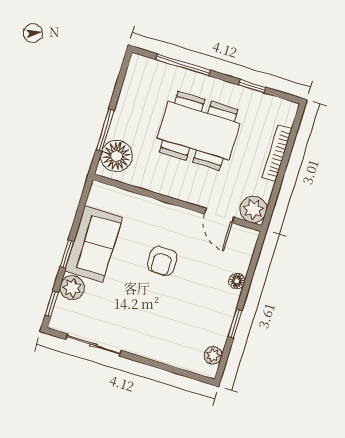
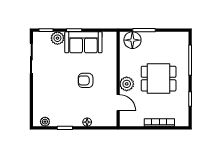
dining table: (199, 131) -> (159, 79), width x0.73
plant: (253, 209) -> (127, 84), moved
door: (219, 216) -> (118, 103), swing flipped

